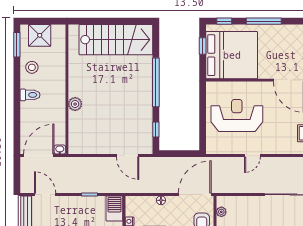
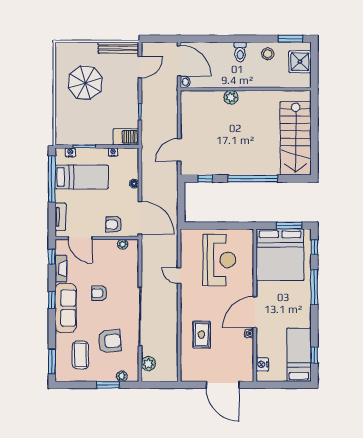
window: (203, 46) -> (289, 226), width x1.50

